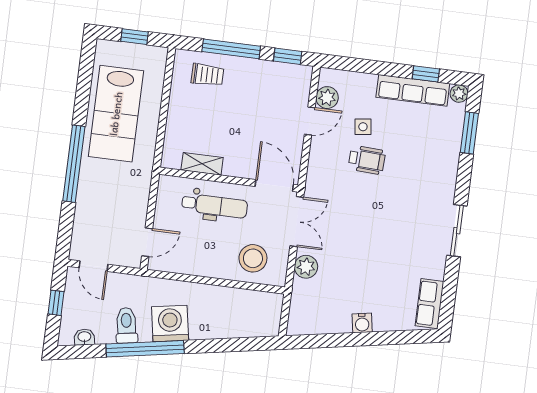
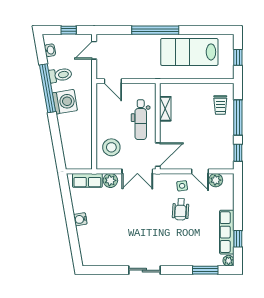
side table: (363, 127) -> (182, 186), moved
row of seats: (430, 304) -> (87, 180), moved, turned 180

